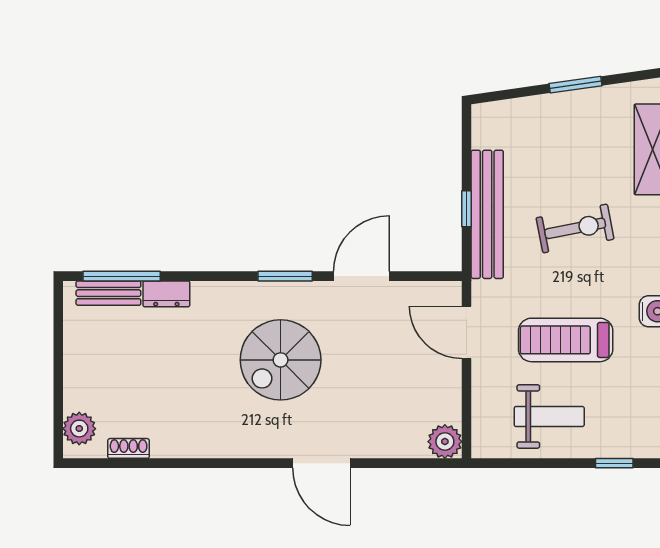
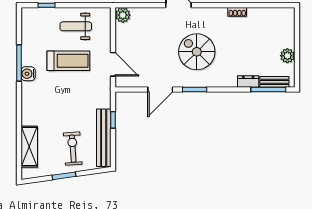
bench: (487, 214) -> (104, 138), moved
exercise bike: (575, 228) -> (73, 149), moved, turned 97
spiral stairs: (281, 360) -> (197, 52), turned -90
plant: (79, 429) -> (287, 56), moved
shoe rack: (129, 448) -> (237, 12), moved

